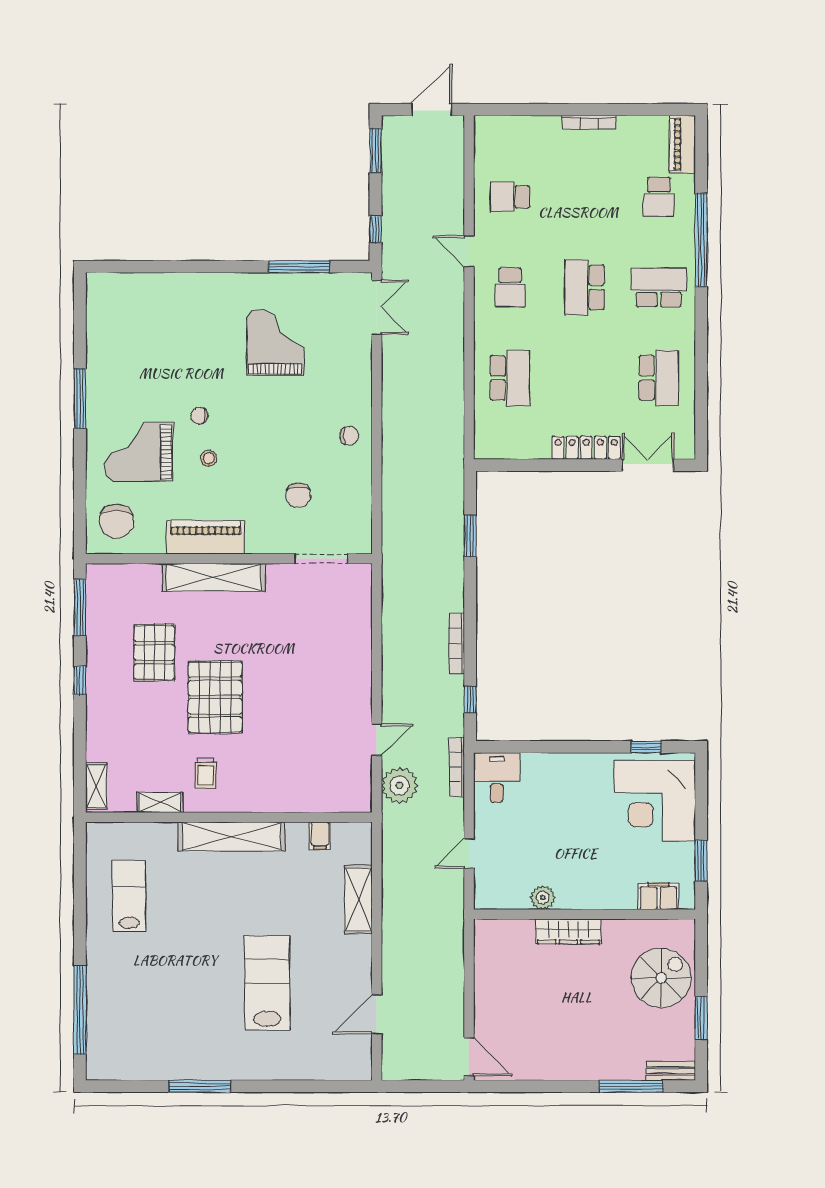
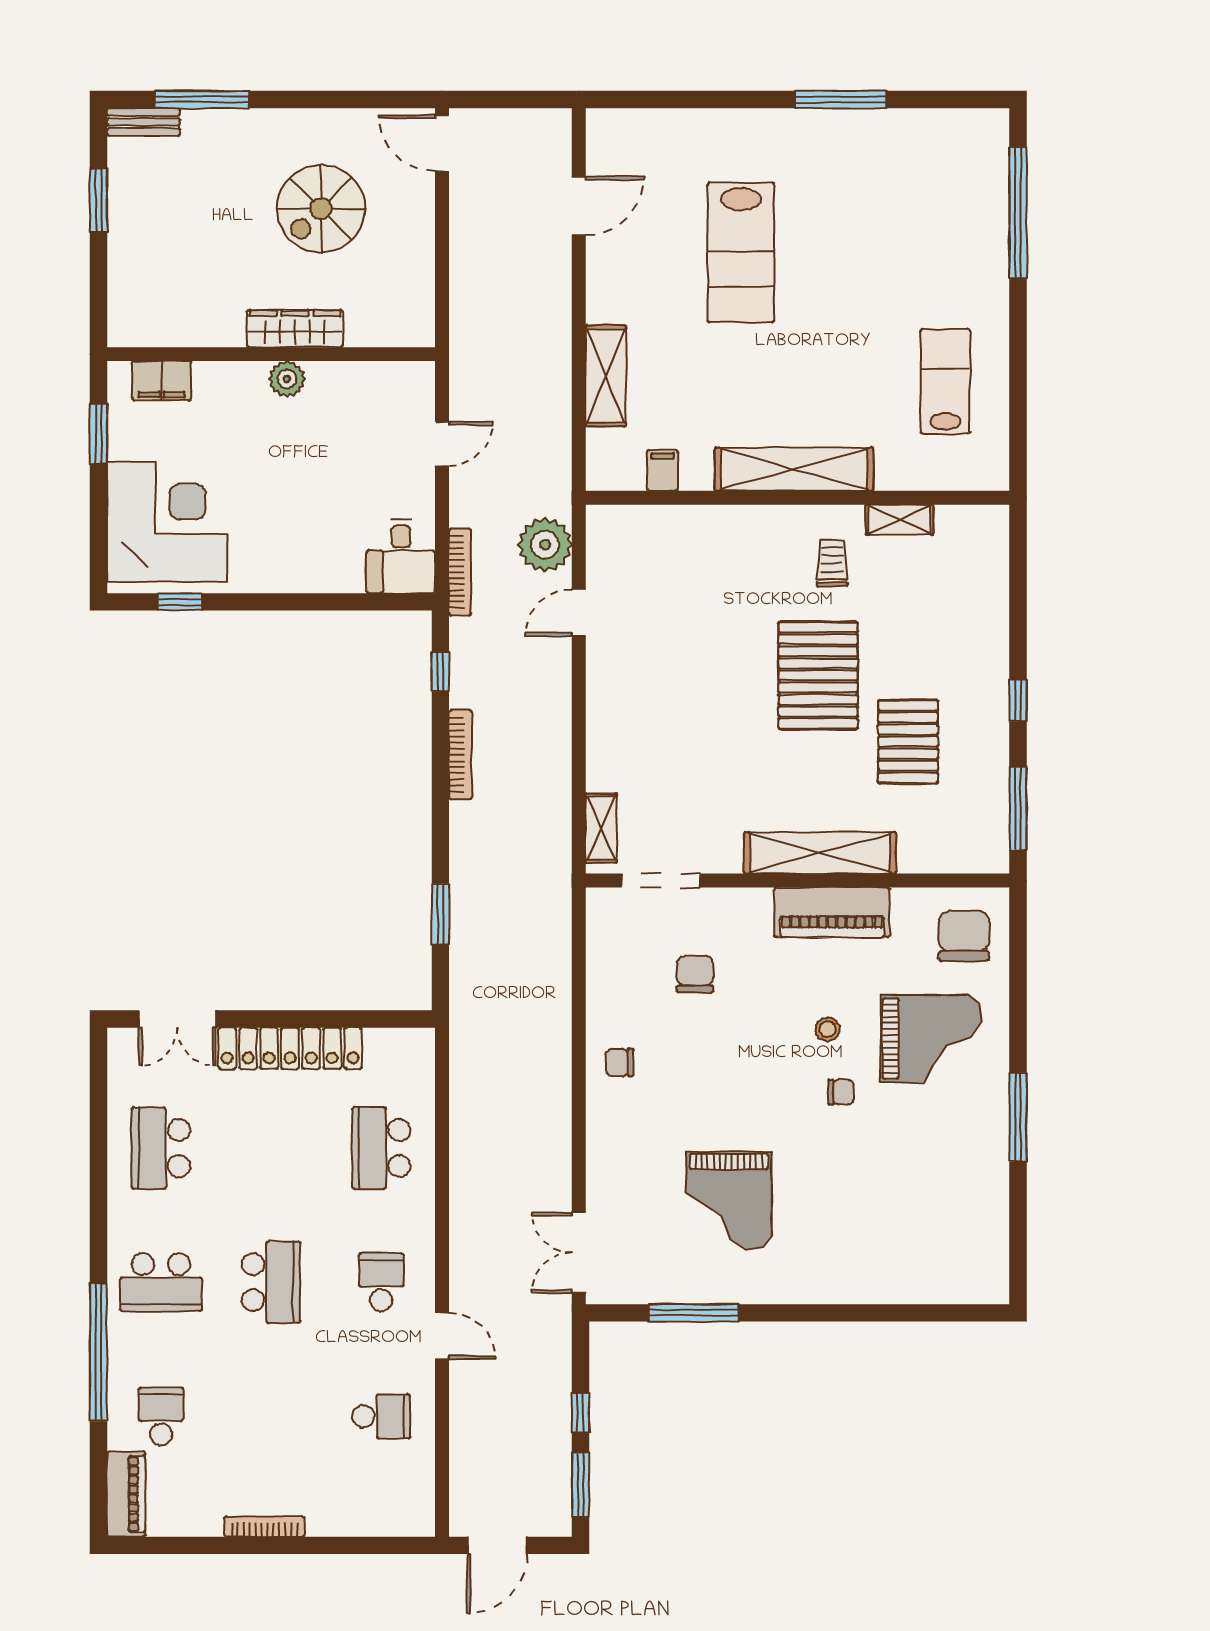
window: (375, 229) -> (580, 1413), moved
locker: (586, 448) -> (290, 1048), width x1.41, depth x1.21
shelving: (96, 786) -> (601, 828), moved
lab bench: (129, 896) -> (945, 381), turned 180
plant: (543, 897) -> (287, 379), moved
spiral stairs: (661, 978) -> (321, 209), moved

